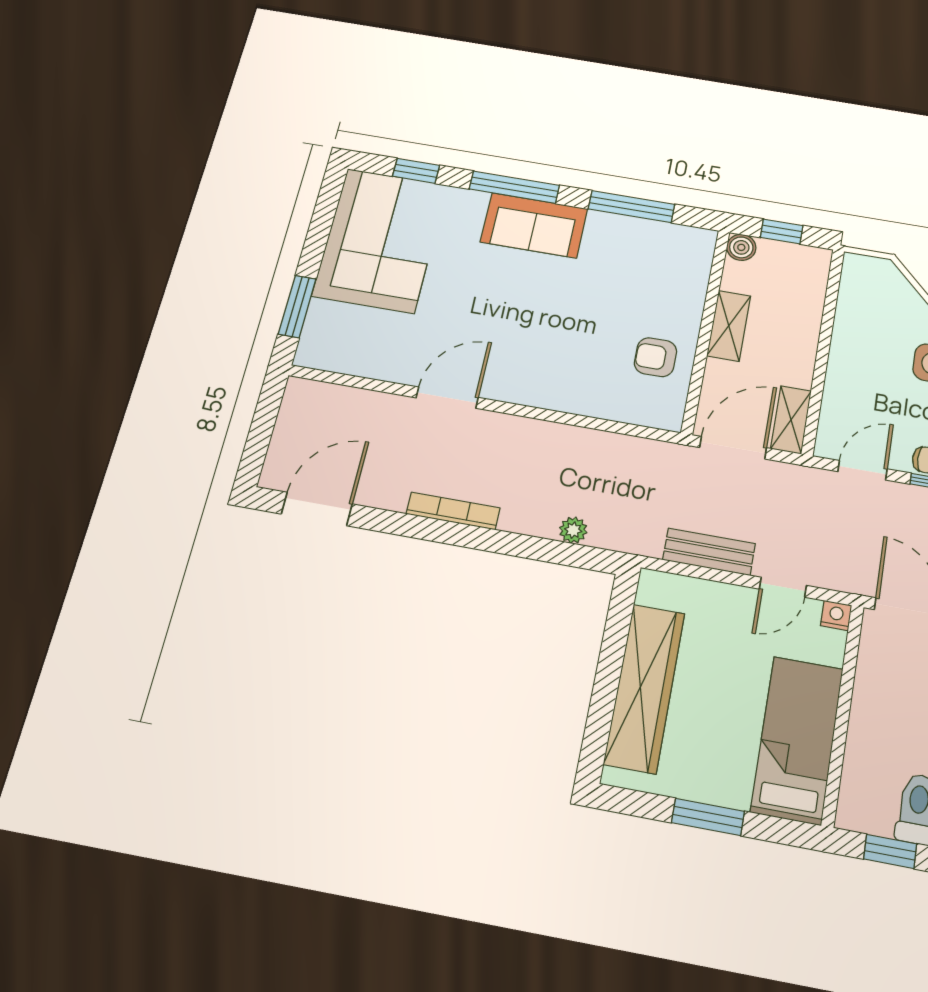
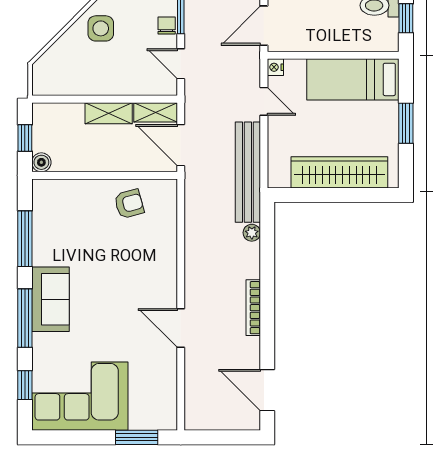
shelving: (729, 326) -> (109, 113), moved
armchair: (655, 357) -> (129, 204), turned -105
bench: (709, 552) -> (248, 172), width x1.86, depth x1.21

